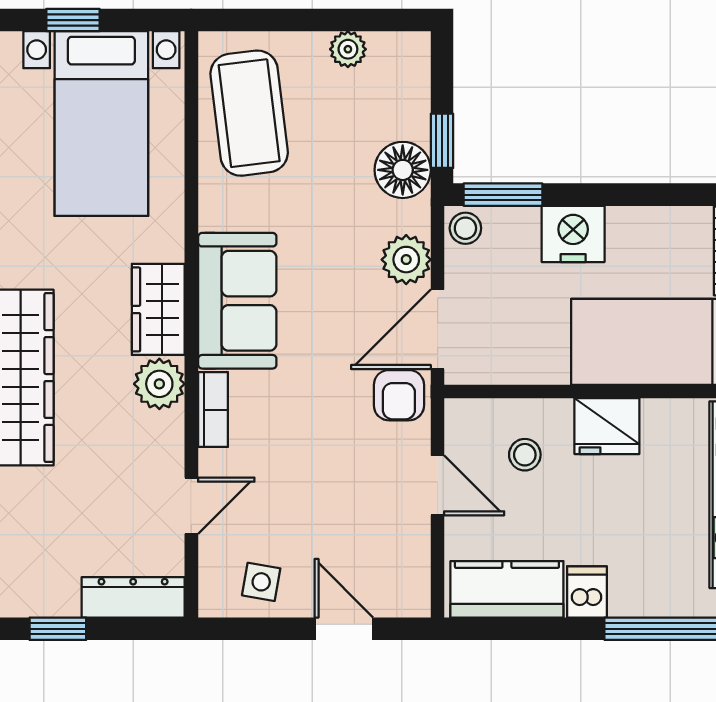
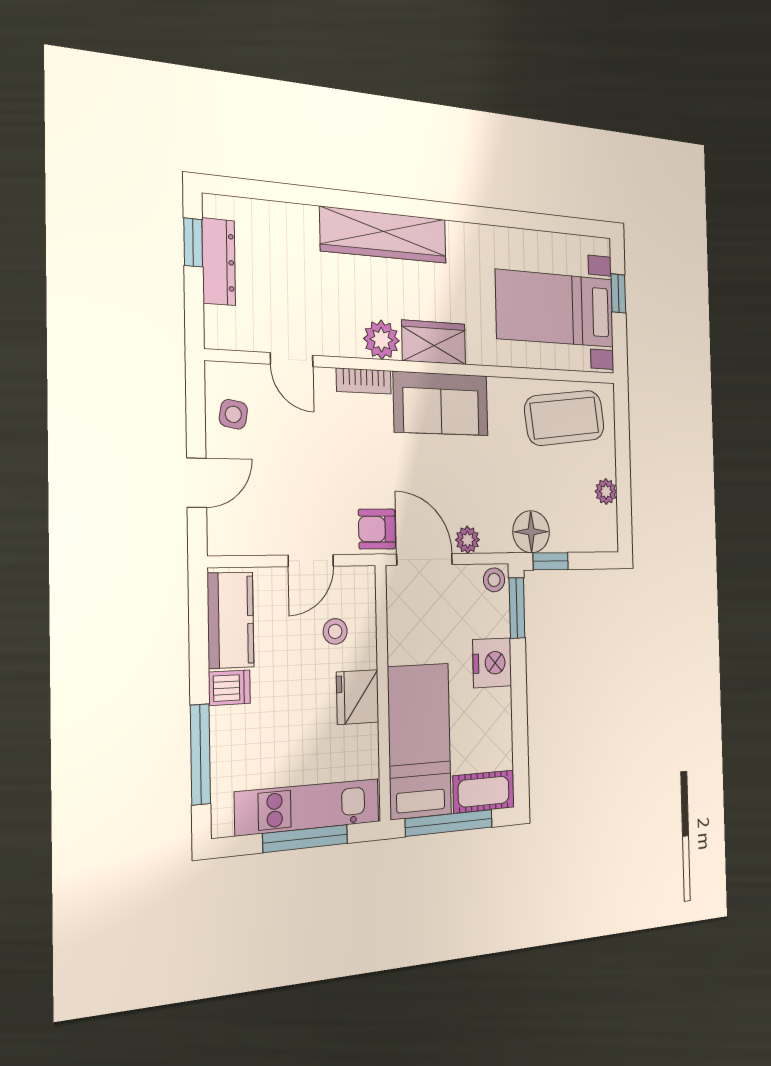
plant: (406, 260) -> (468, 540), width x0.73, depth x0.73
dresser: (133, 597) -> (219, 262), moved

